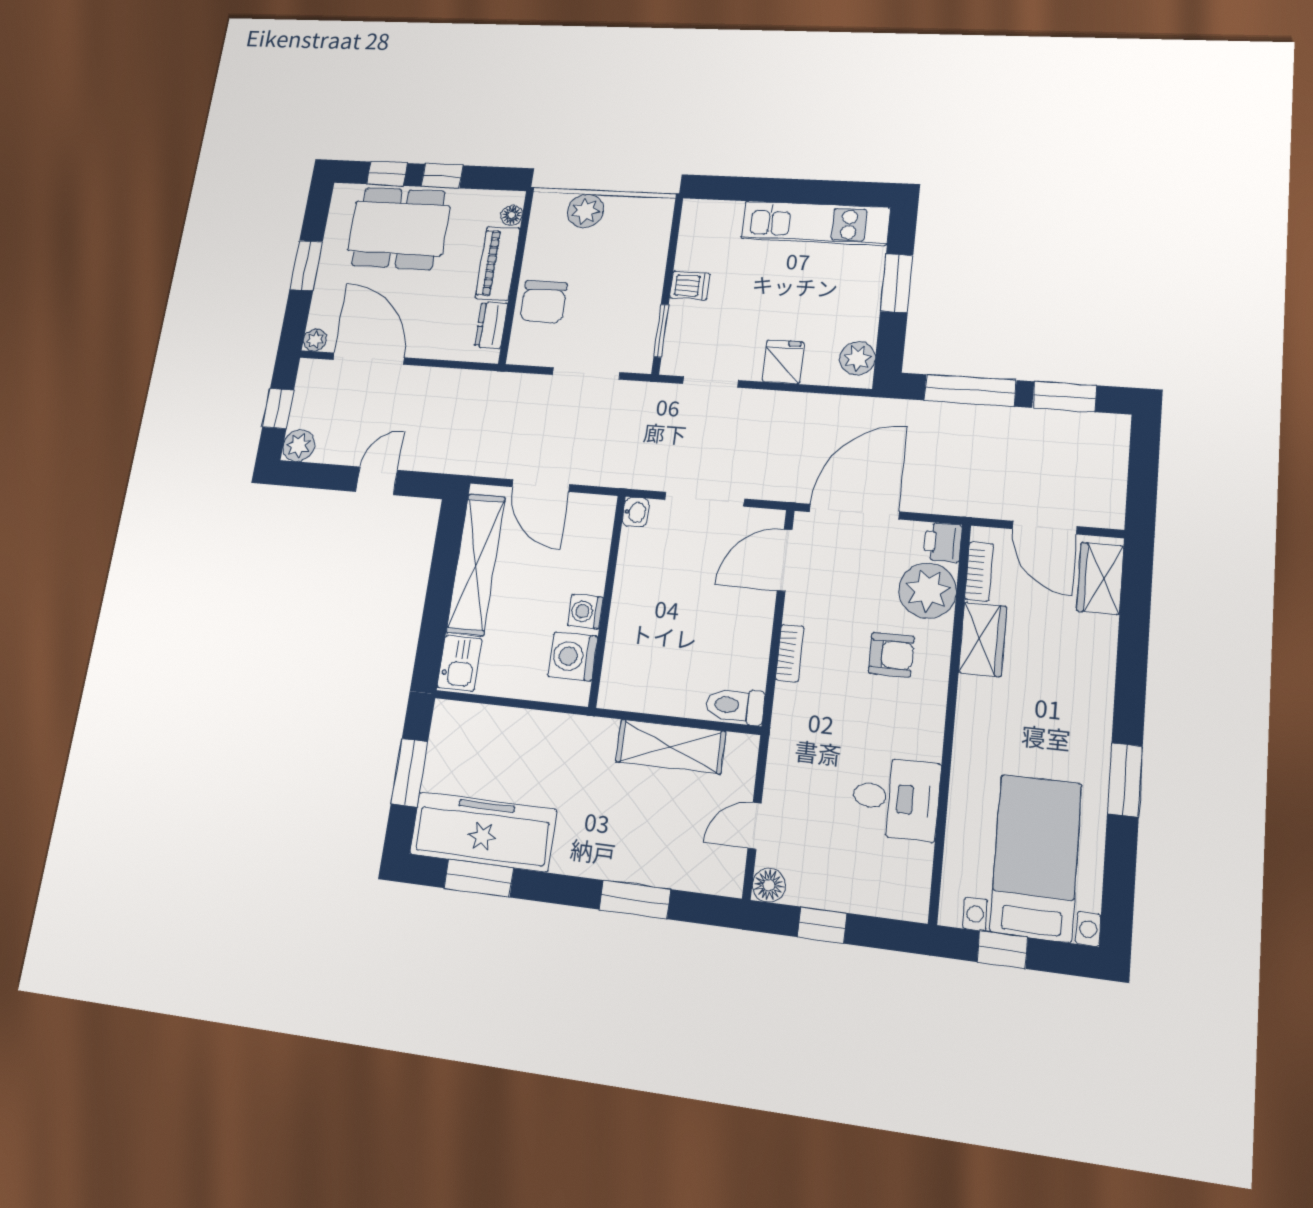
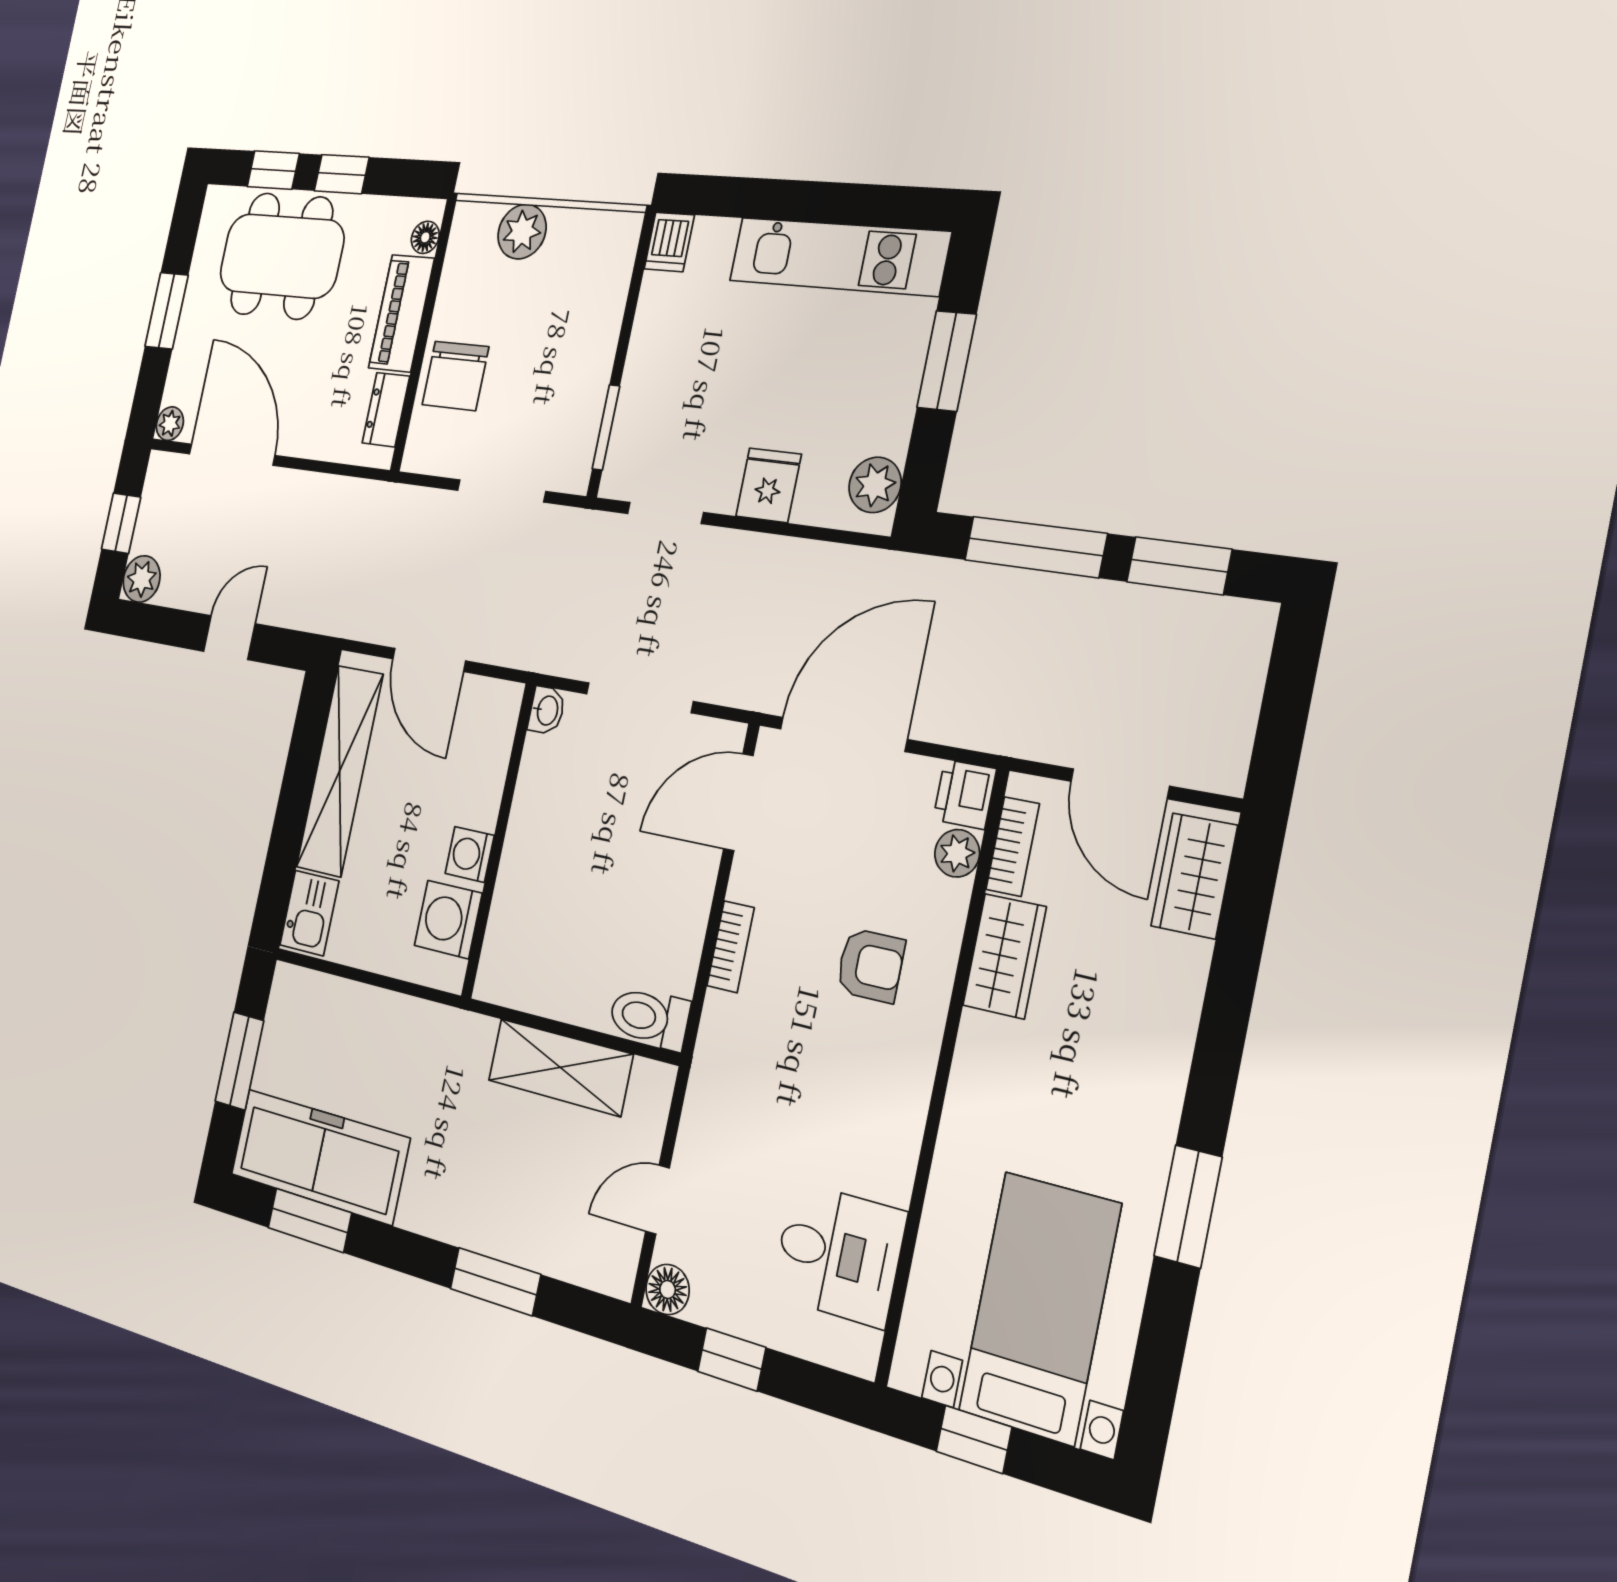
dishwasher: (690, 286) -> (669, 242), moved, turned 90
plant: (928, 591) -> (957, 853), width x0.53, depth x0.53
desk: (896, 798) -> (838, 1254), moved

